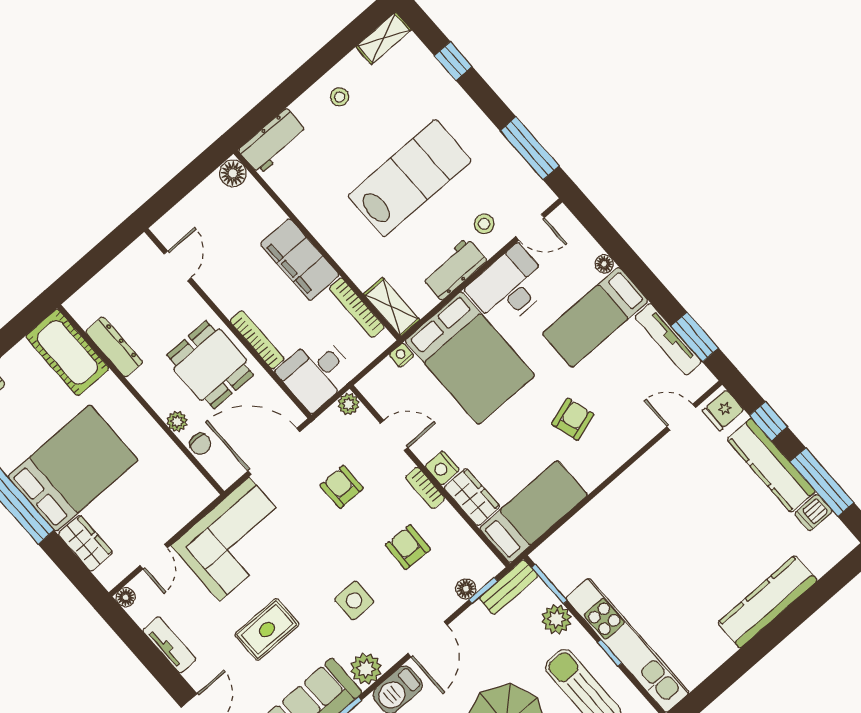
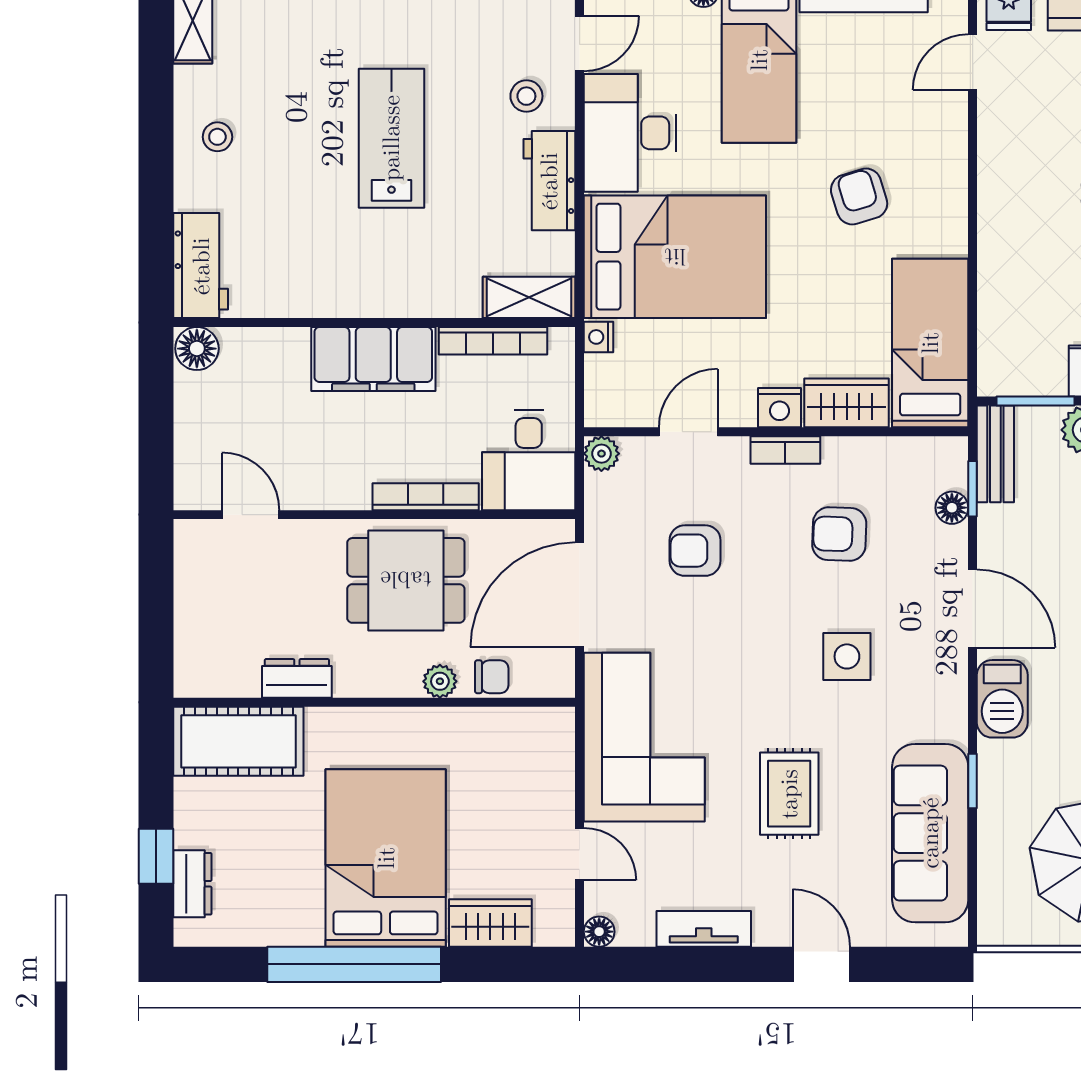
lab bench: (410, 178) -> (391, 138), width x0.73, depth x0.72
dresser: (114, 347) -> (297, 678), width x0.70
plant: (366, 669) -> (943, 715), removed

